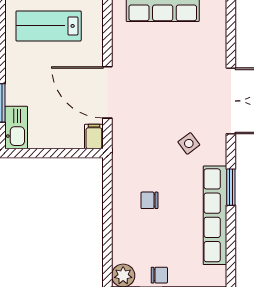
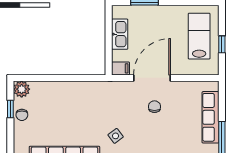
kitchen sink: (16, 128) -> (120, 34), moved, turned -90
chair: (149, 200) -> (154, 107), moved

